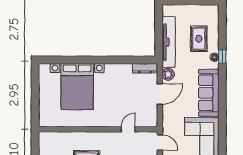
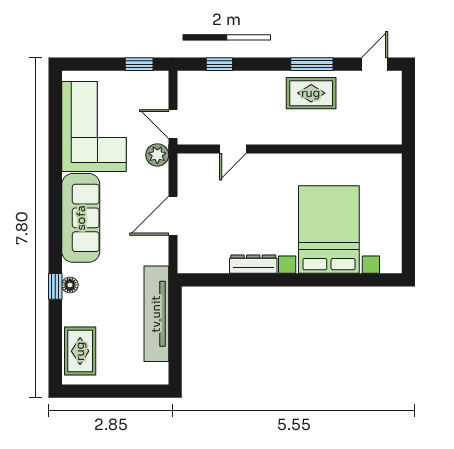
rug: (199, 39) -> (80, 351), moved
dresser: (145, 68) -> (253, 264), moved
plant: (168, 74) -> (157, 155), moved

